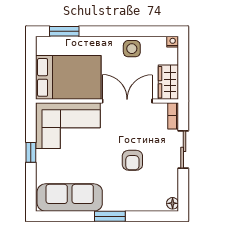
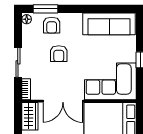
armchair: (132, 160) -> (59, 54), turned 180
armchair: (141, 196) -> (52, 25), added
window: (110, 216) -> (45, 9), moved

